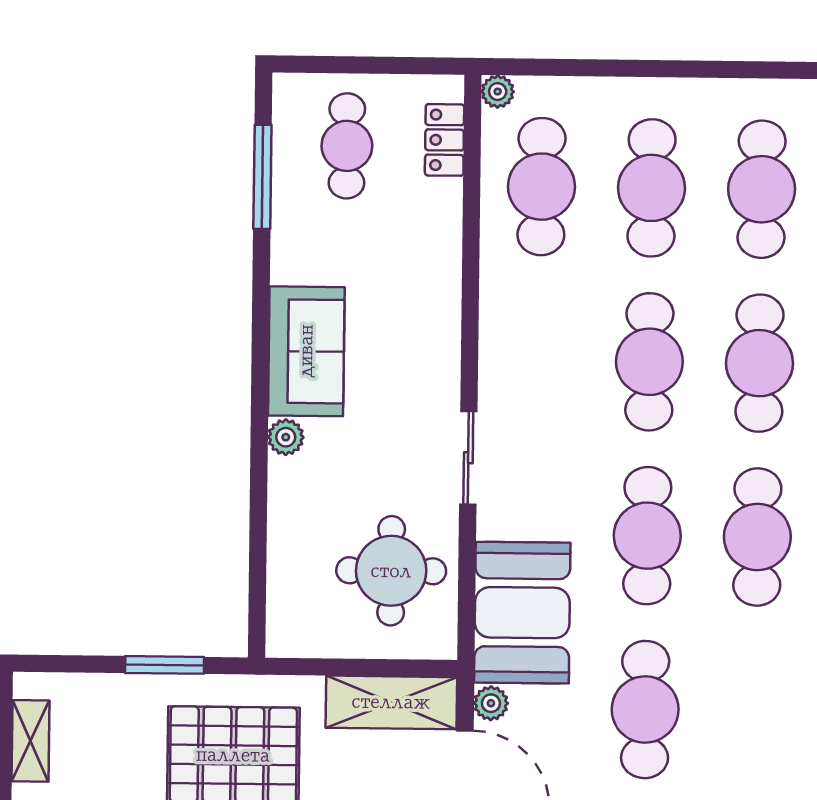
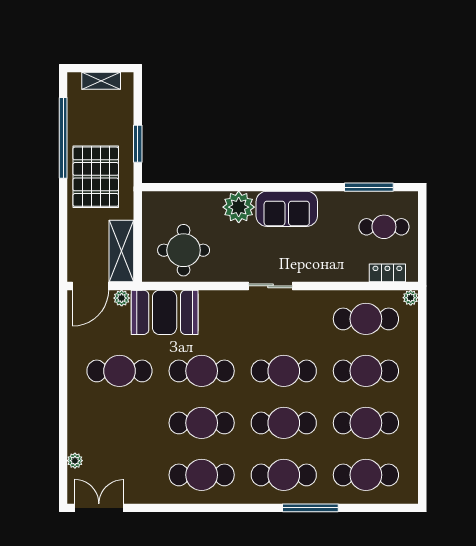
plant: (286, 437) -> (239, 207), width x1.88, depth x1.88
sliding door: (468, 458) -> (271, 286), moved

